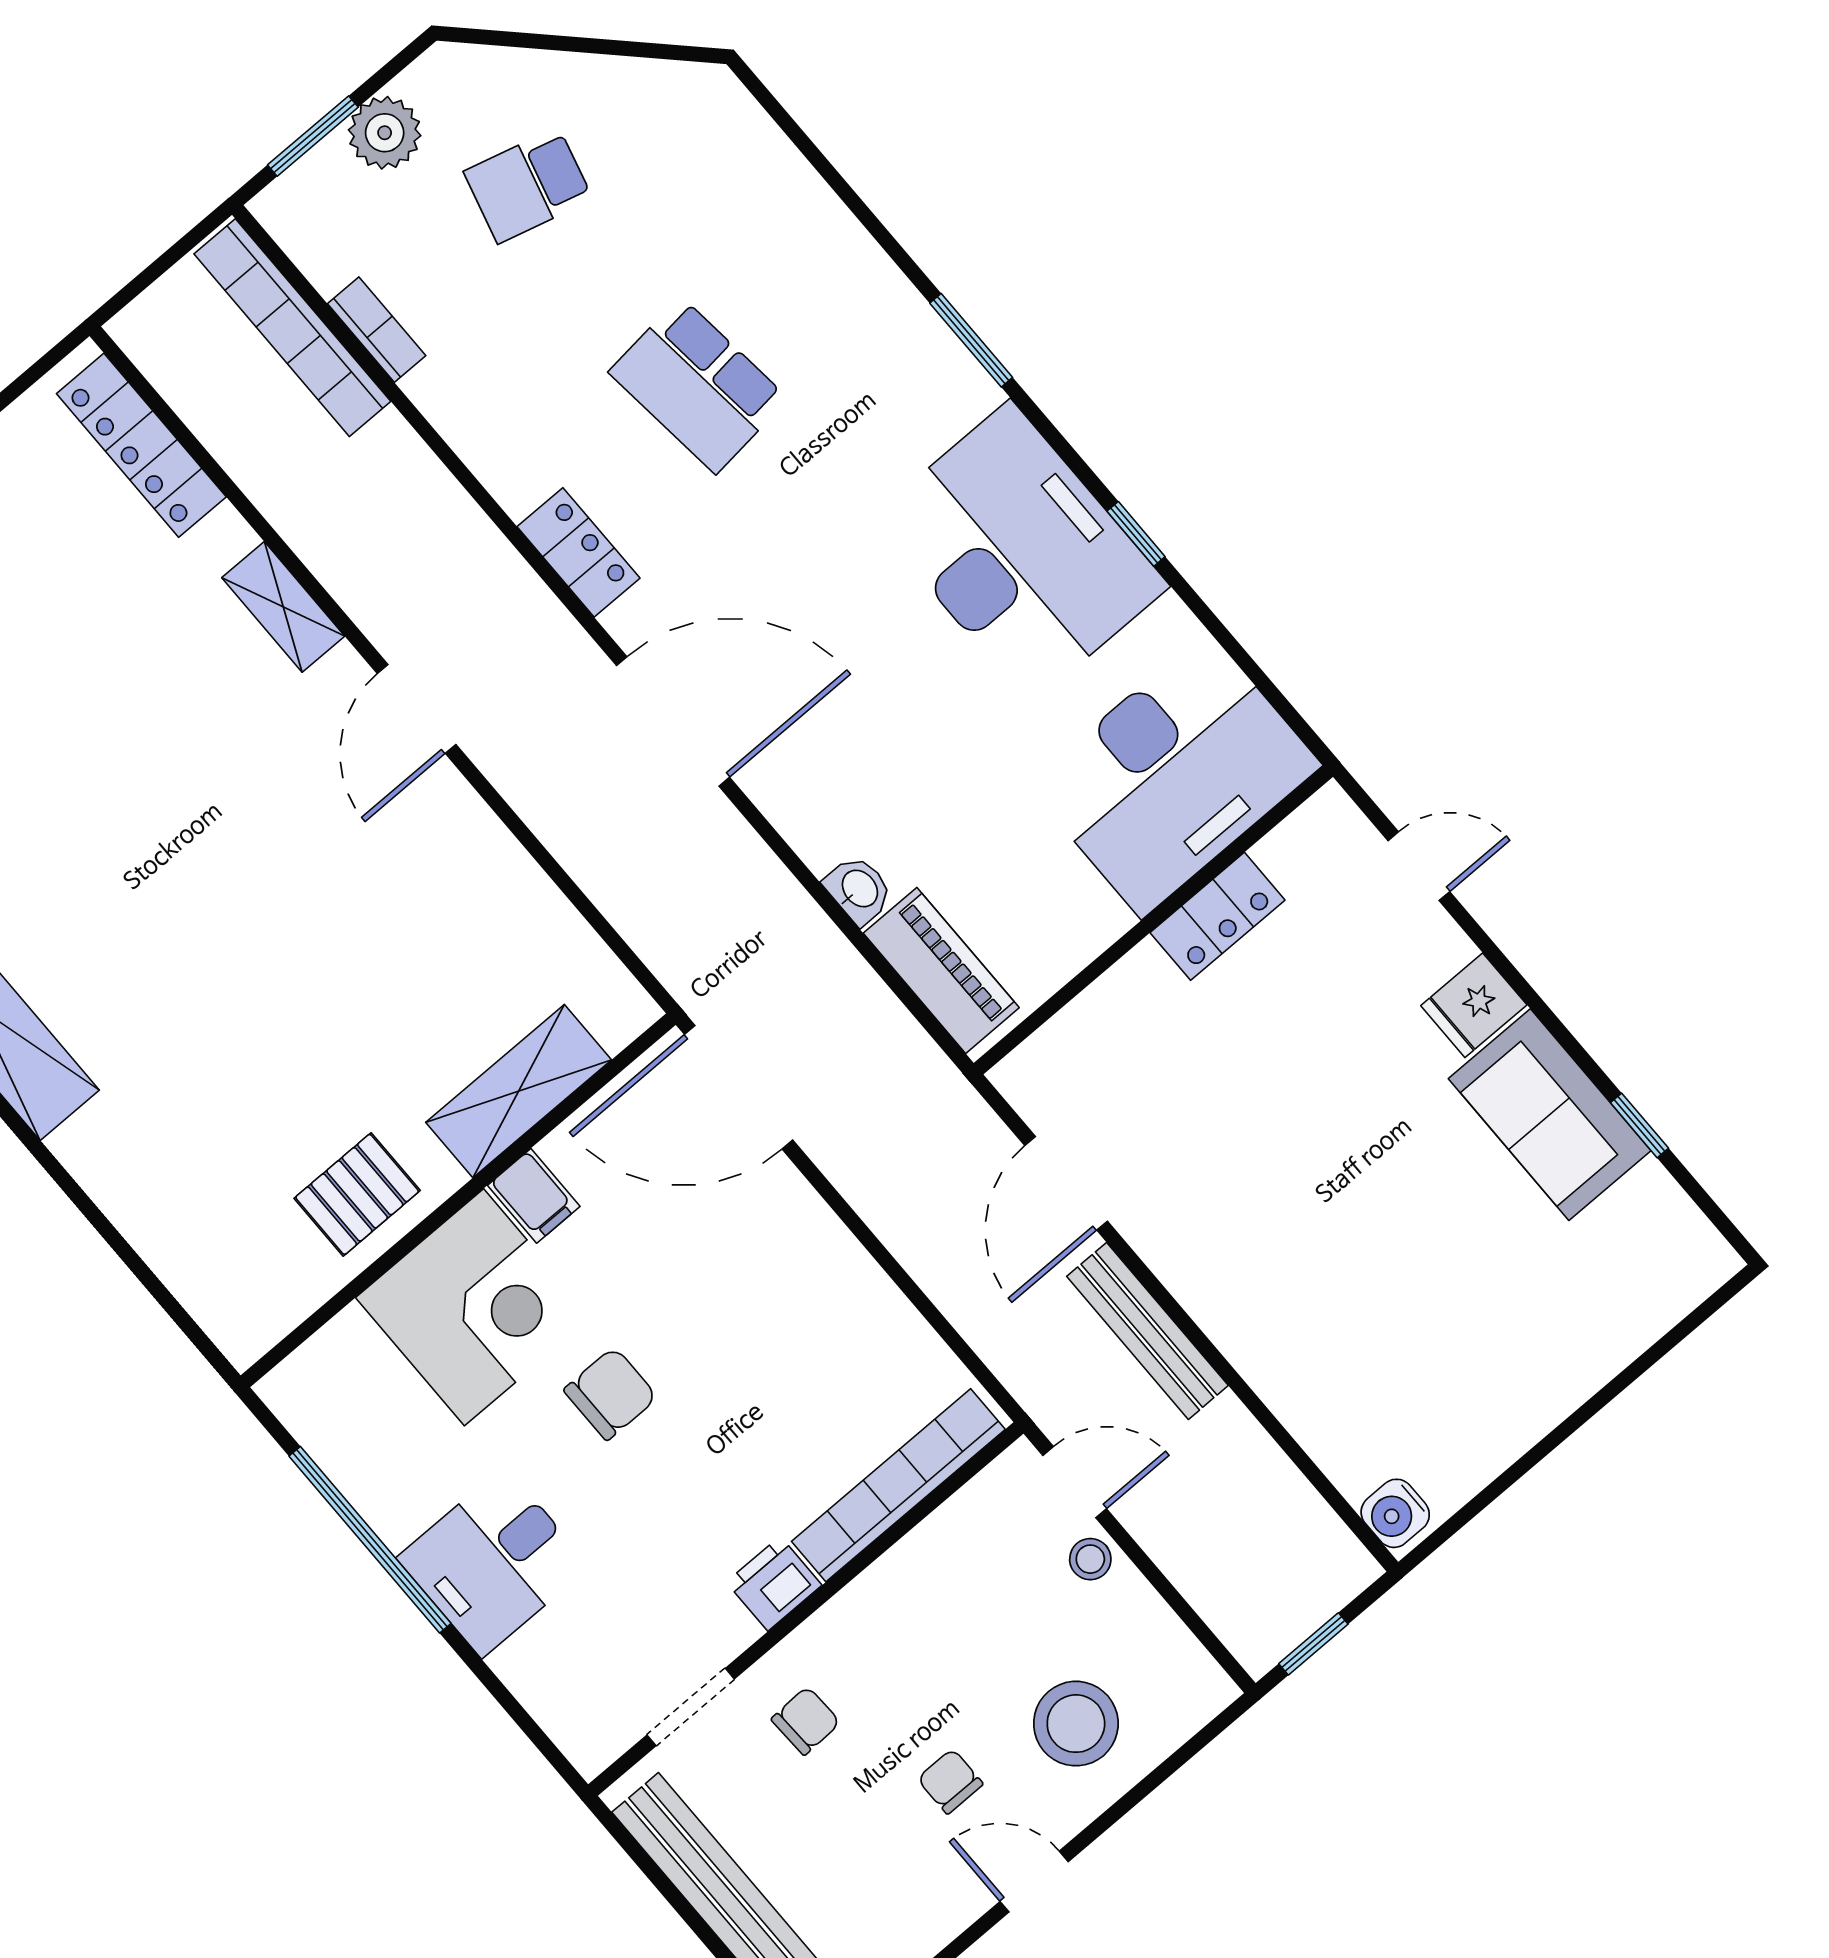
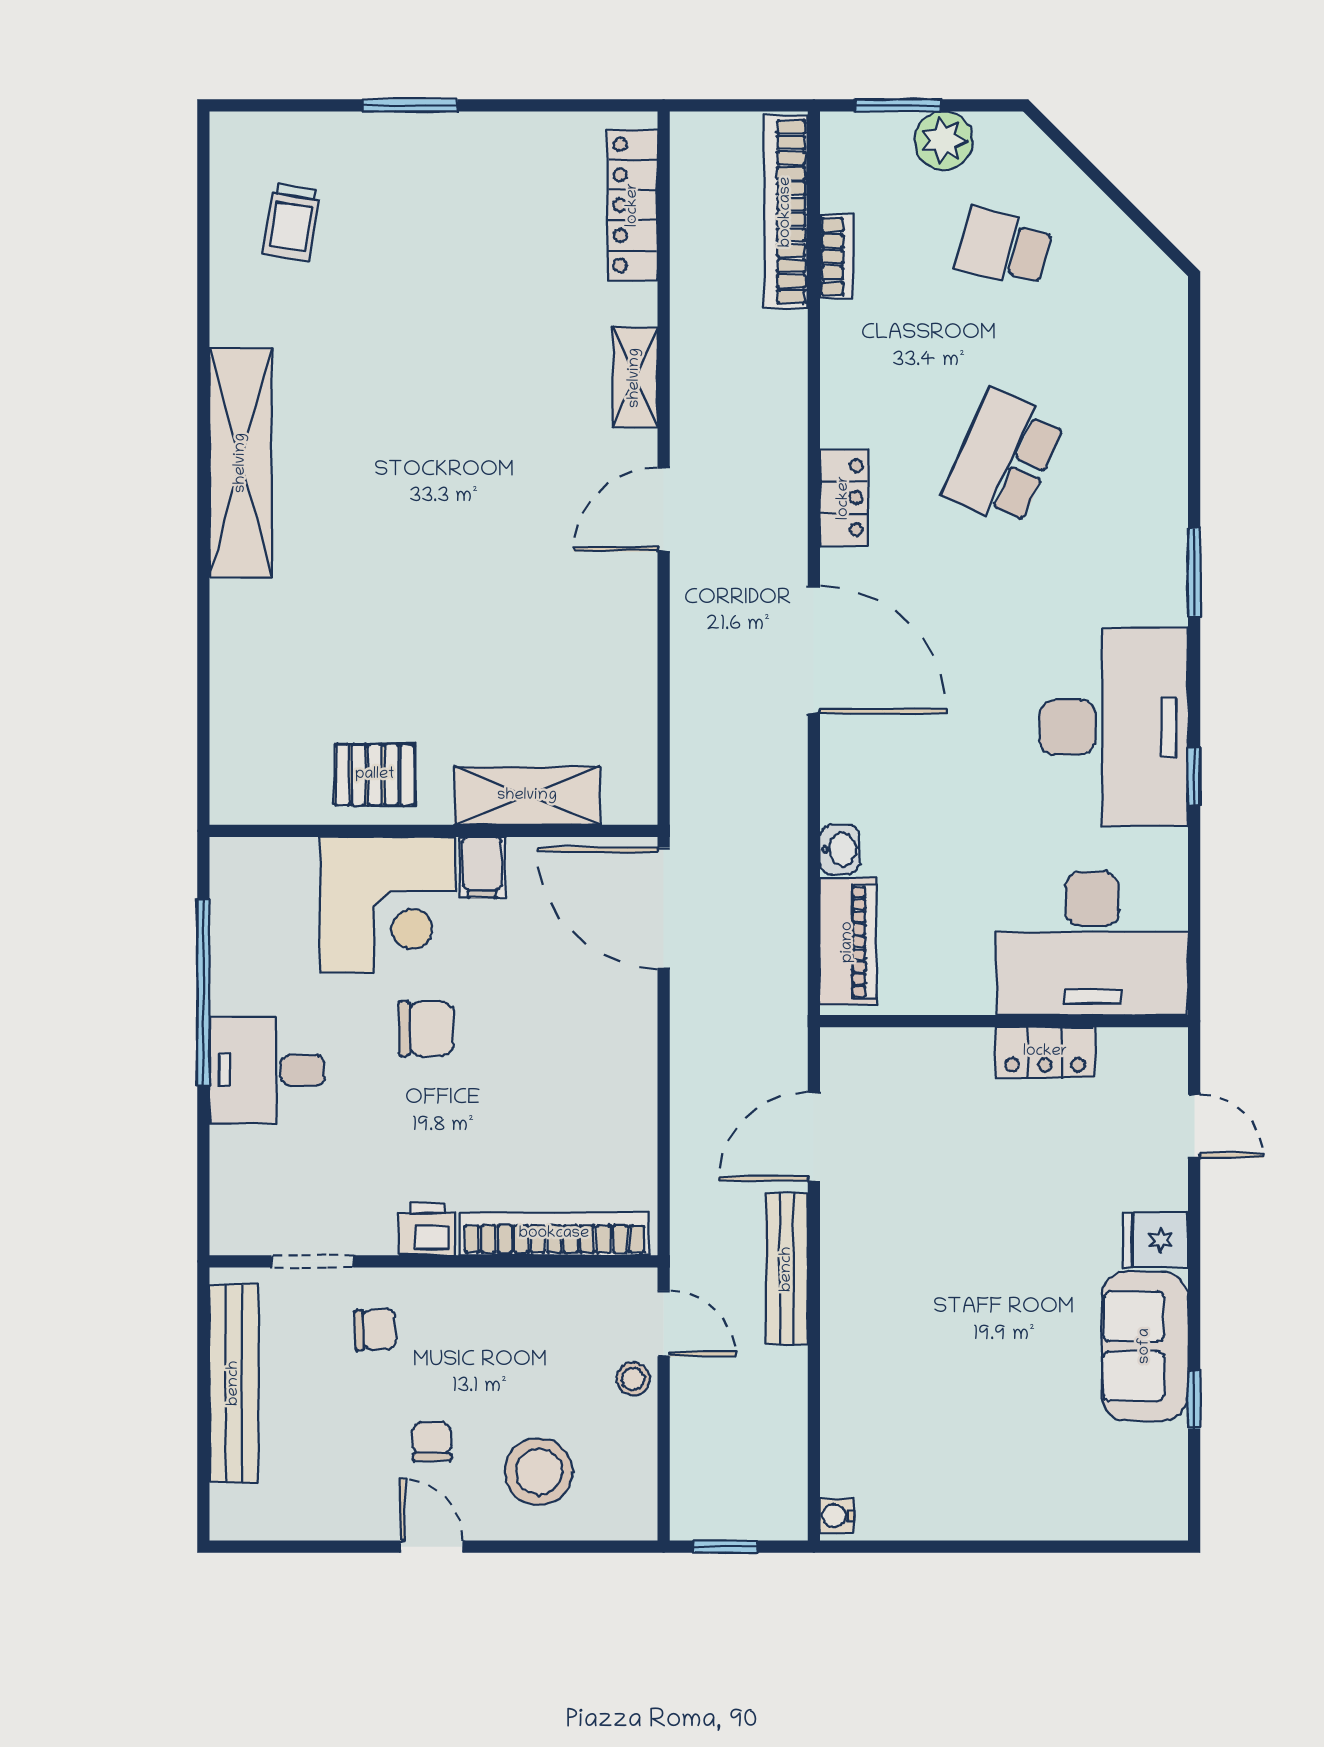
school desk: (698, 385) -> (1004, 458), turned 30
water cooler: (1395, 1513) -> (837, 1516), width x0.72, depth x0.72

